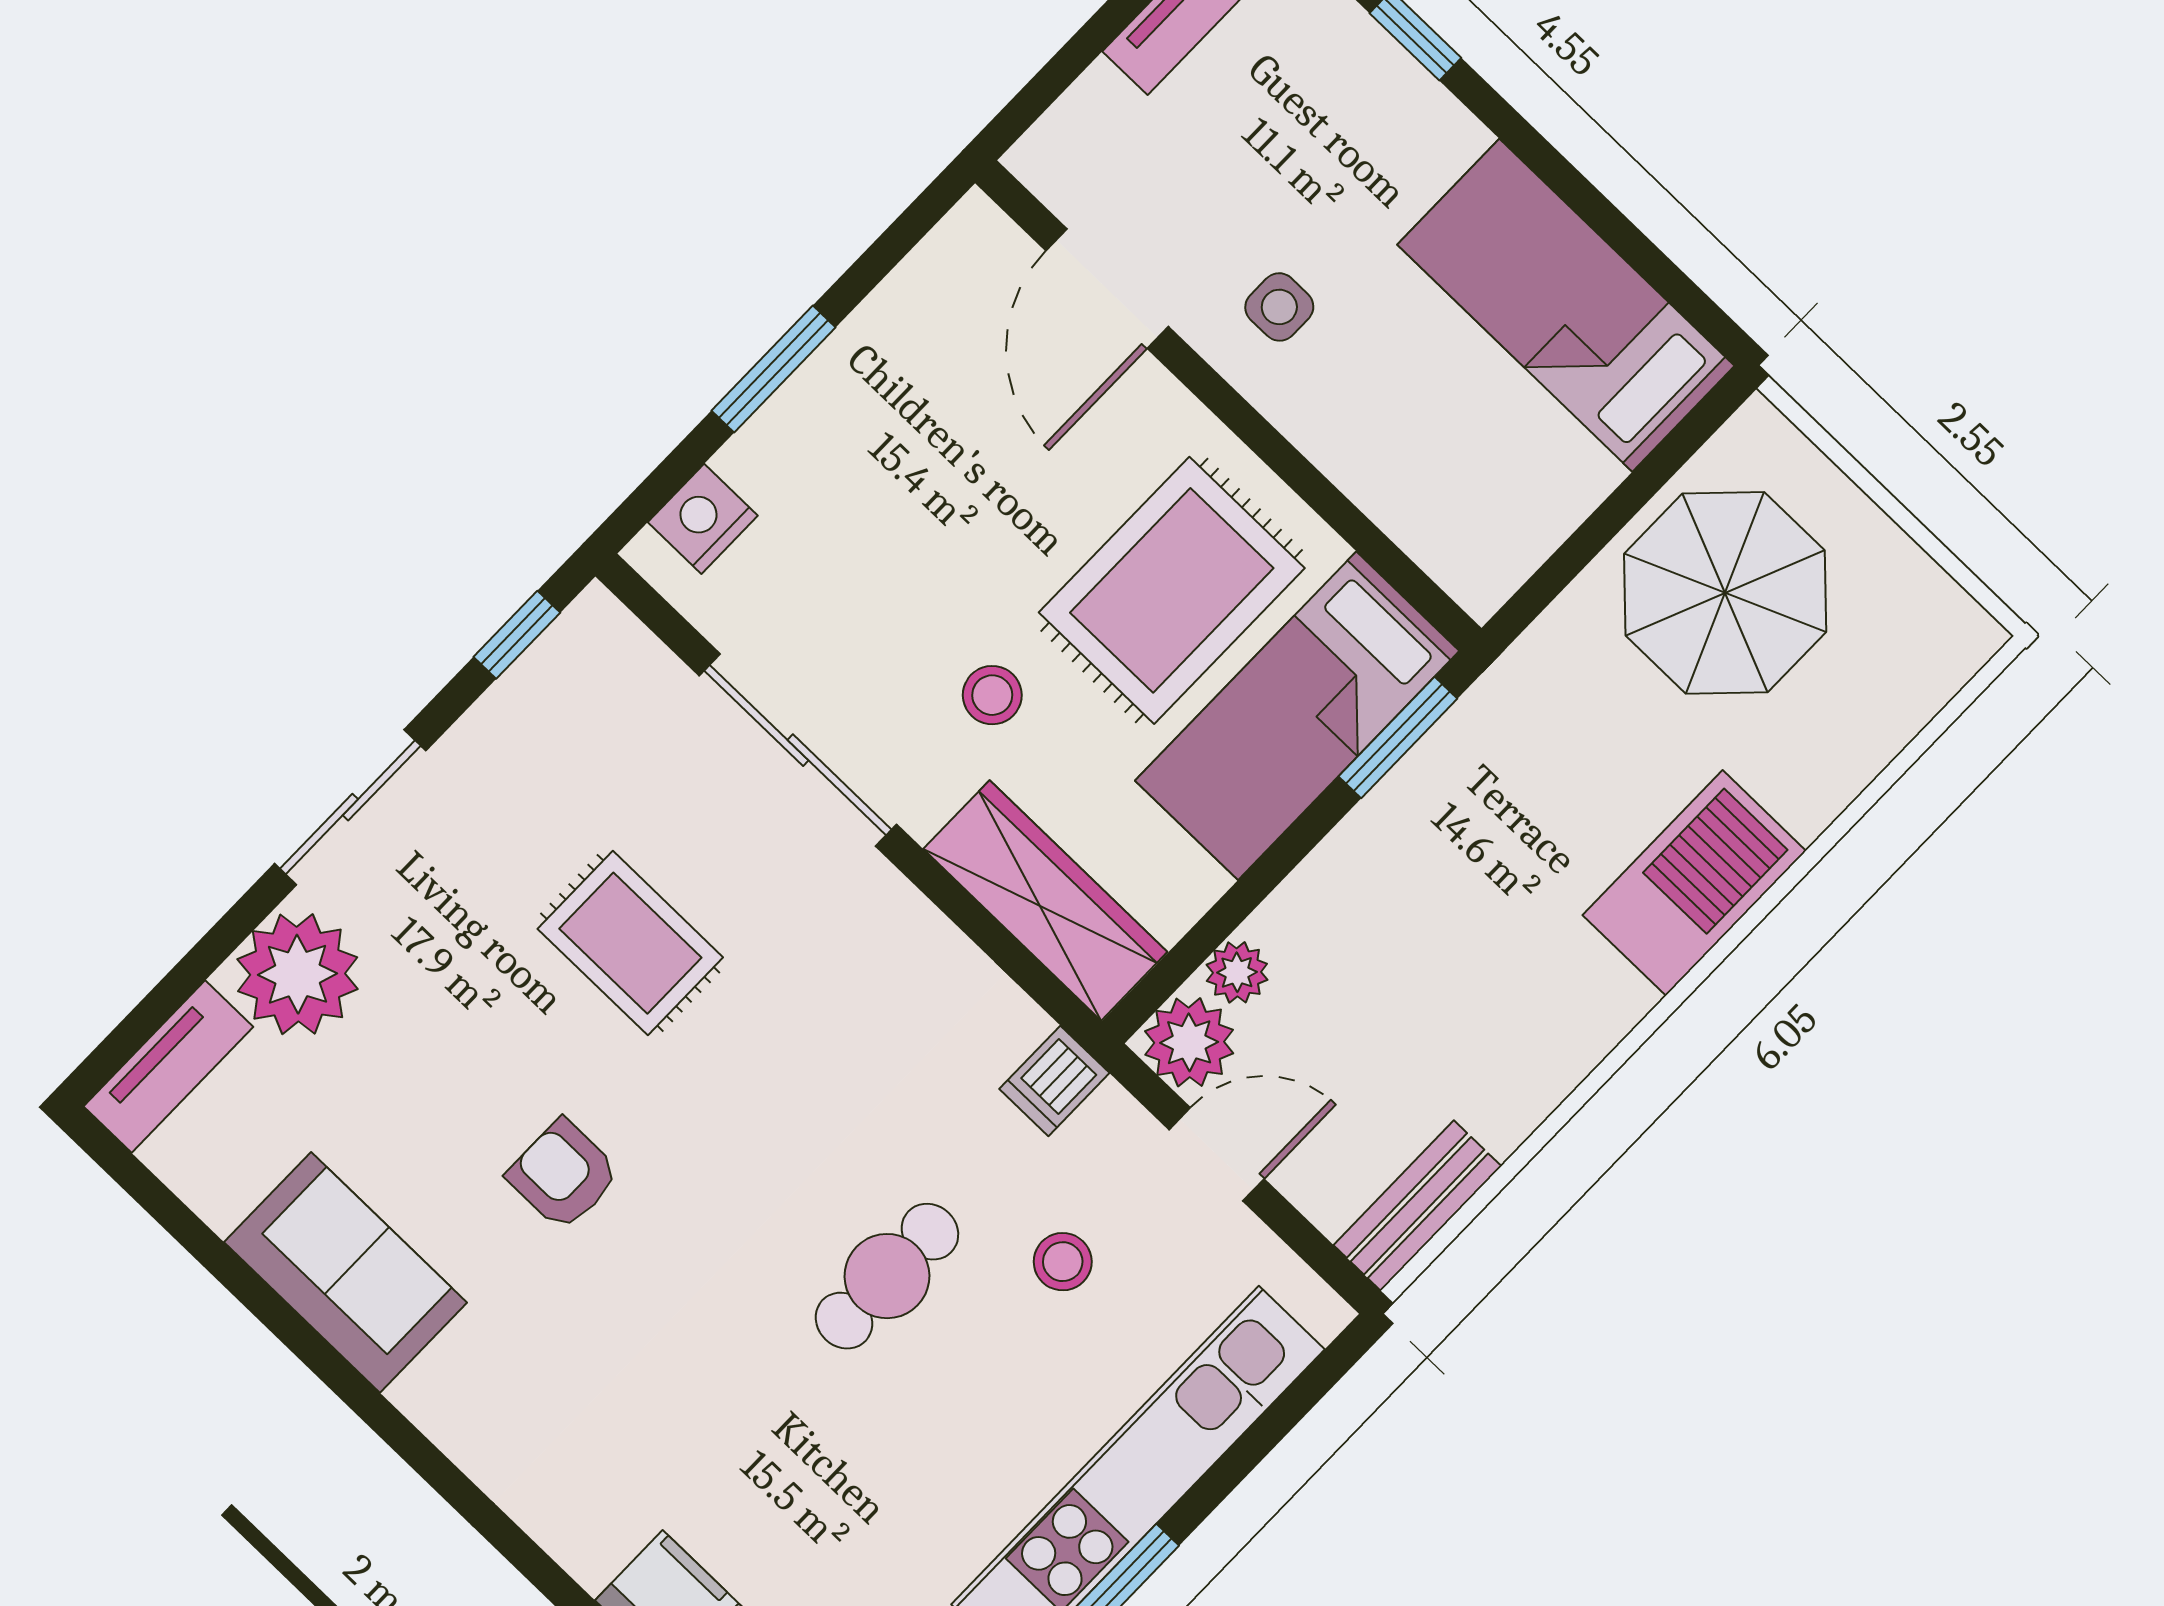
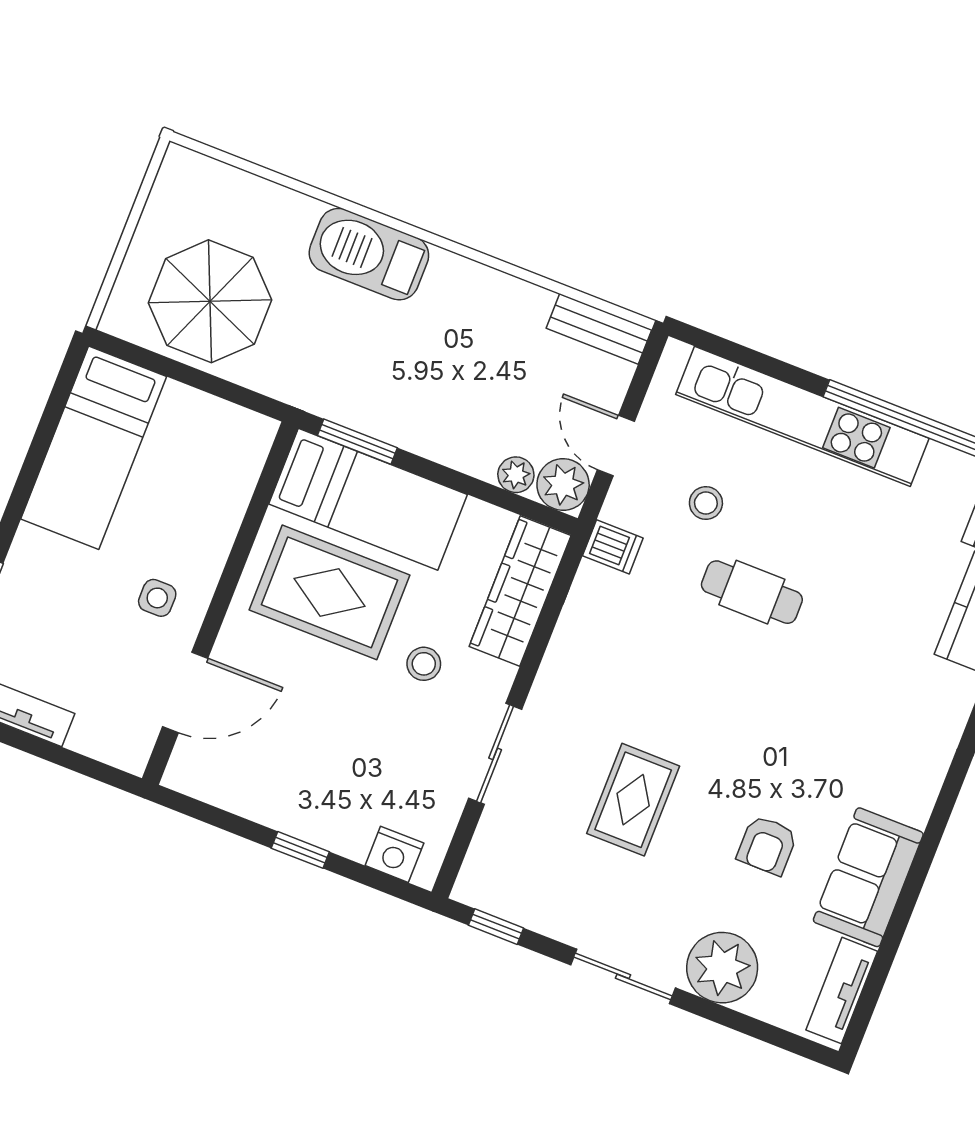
window: (773, 369) -> (300, 850), width x0.67
sliding door: (798, 750) -> (495, 754), width x0.73
tv unit: (168, 1067) -> (842, 991), moved, turned -90
armchair: (563, 1175) -> (767, 845), moved

